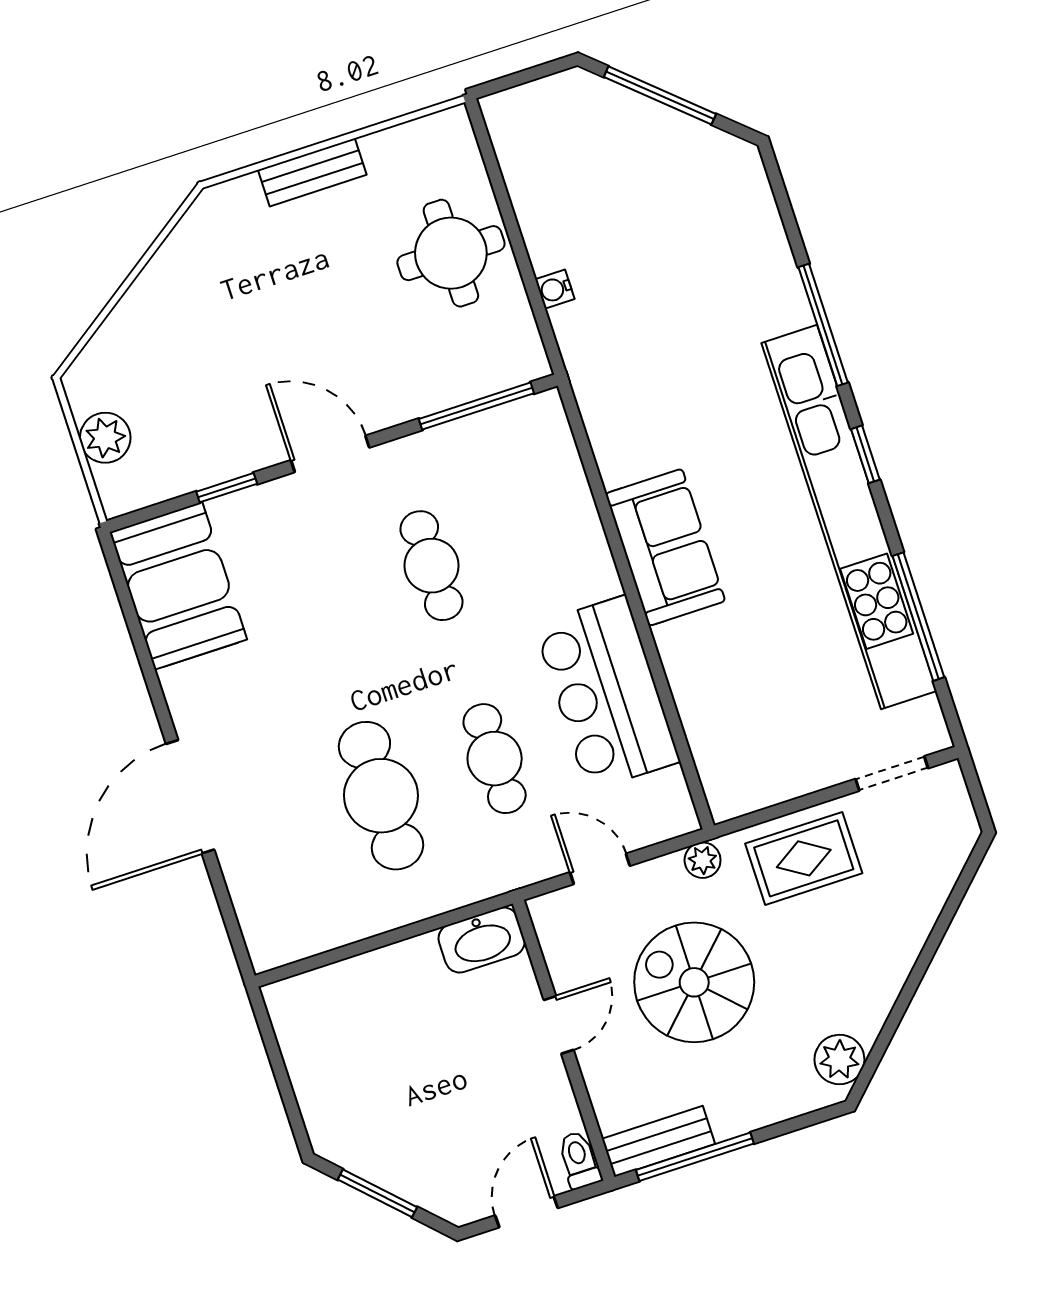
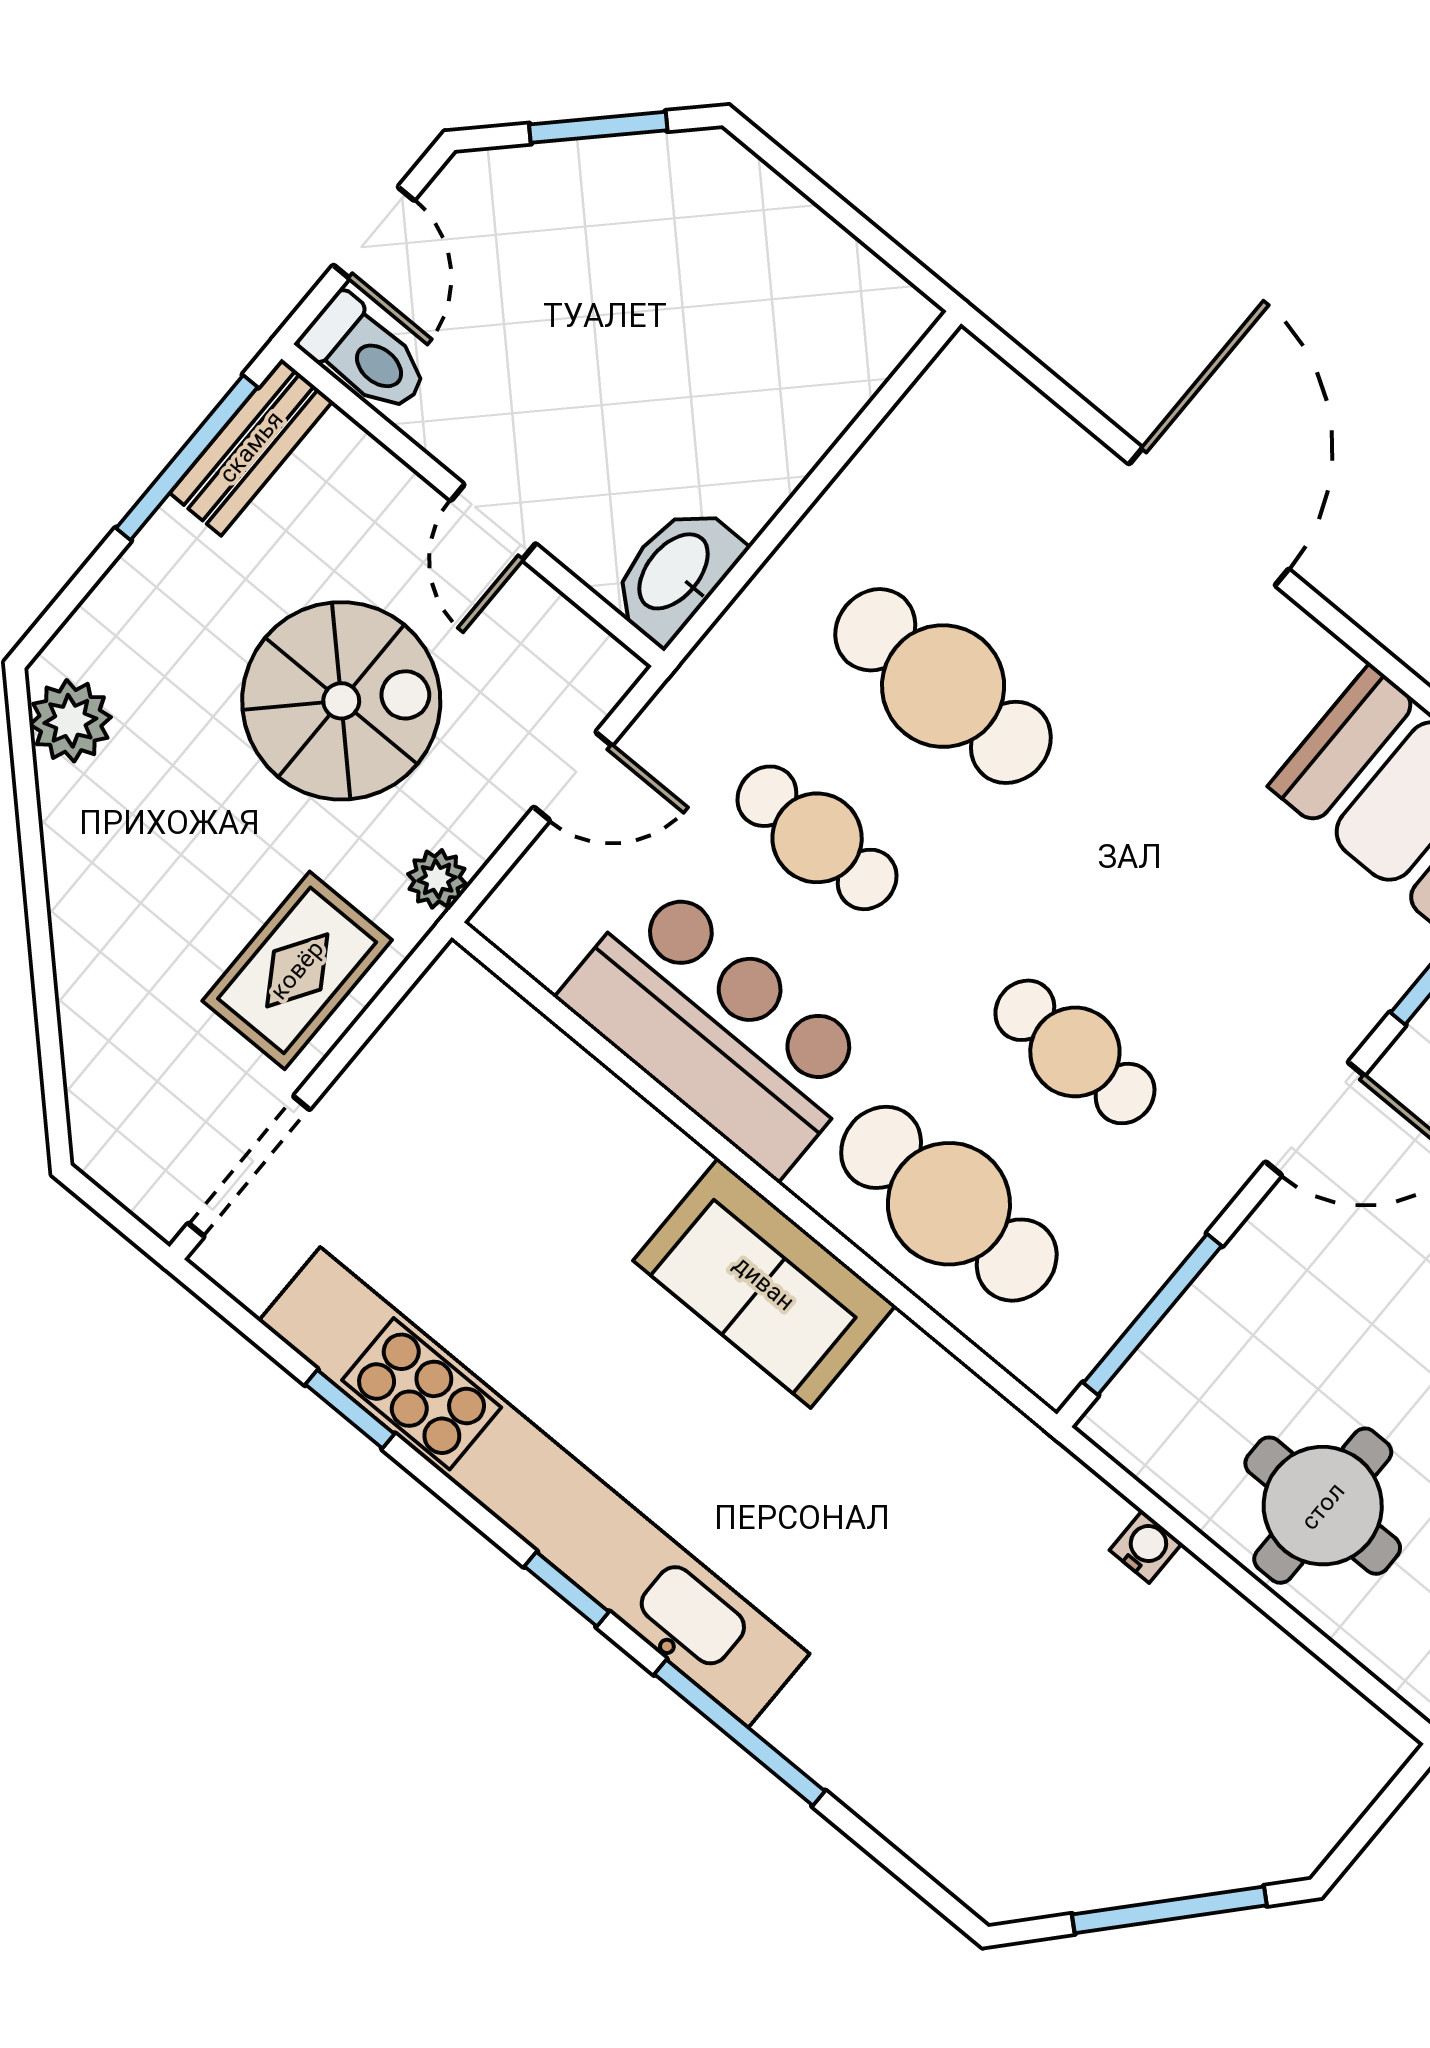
cafe table: (545, 528) -> (949, 1204), added
window: (918, 617) -> (350, 1409), width x0.46
doorway: (892, 774) -> (249, 1166), width x1.38
toilet: (579, 1160) -> (366, 355), width x1.37, depth x1.39

